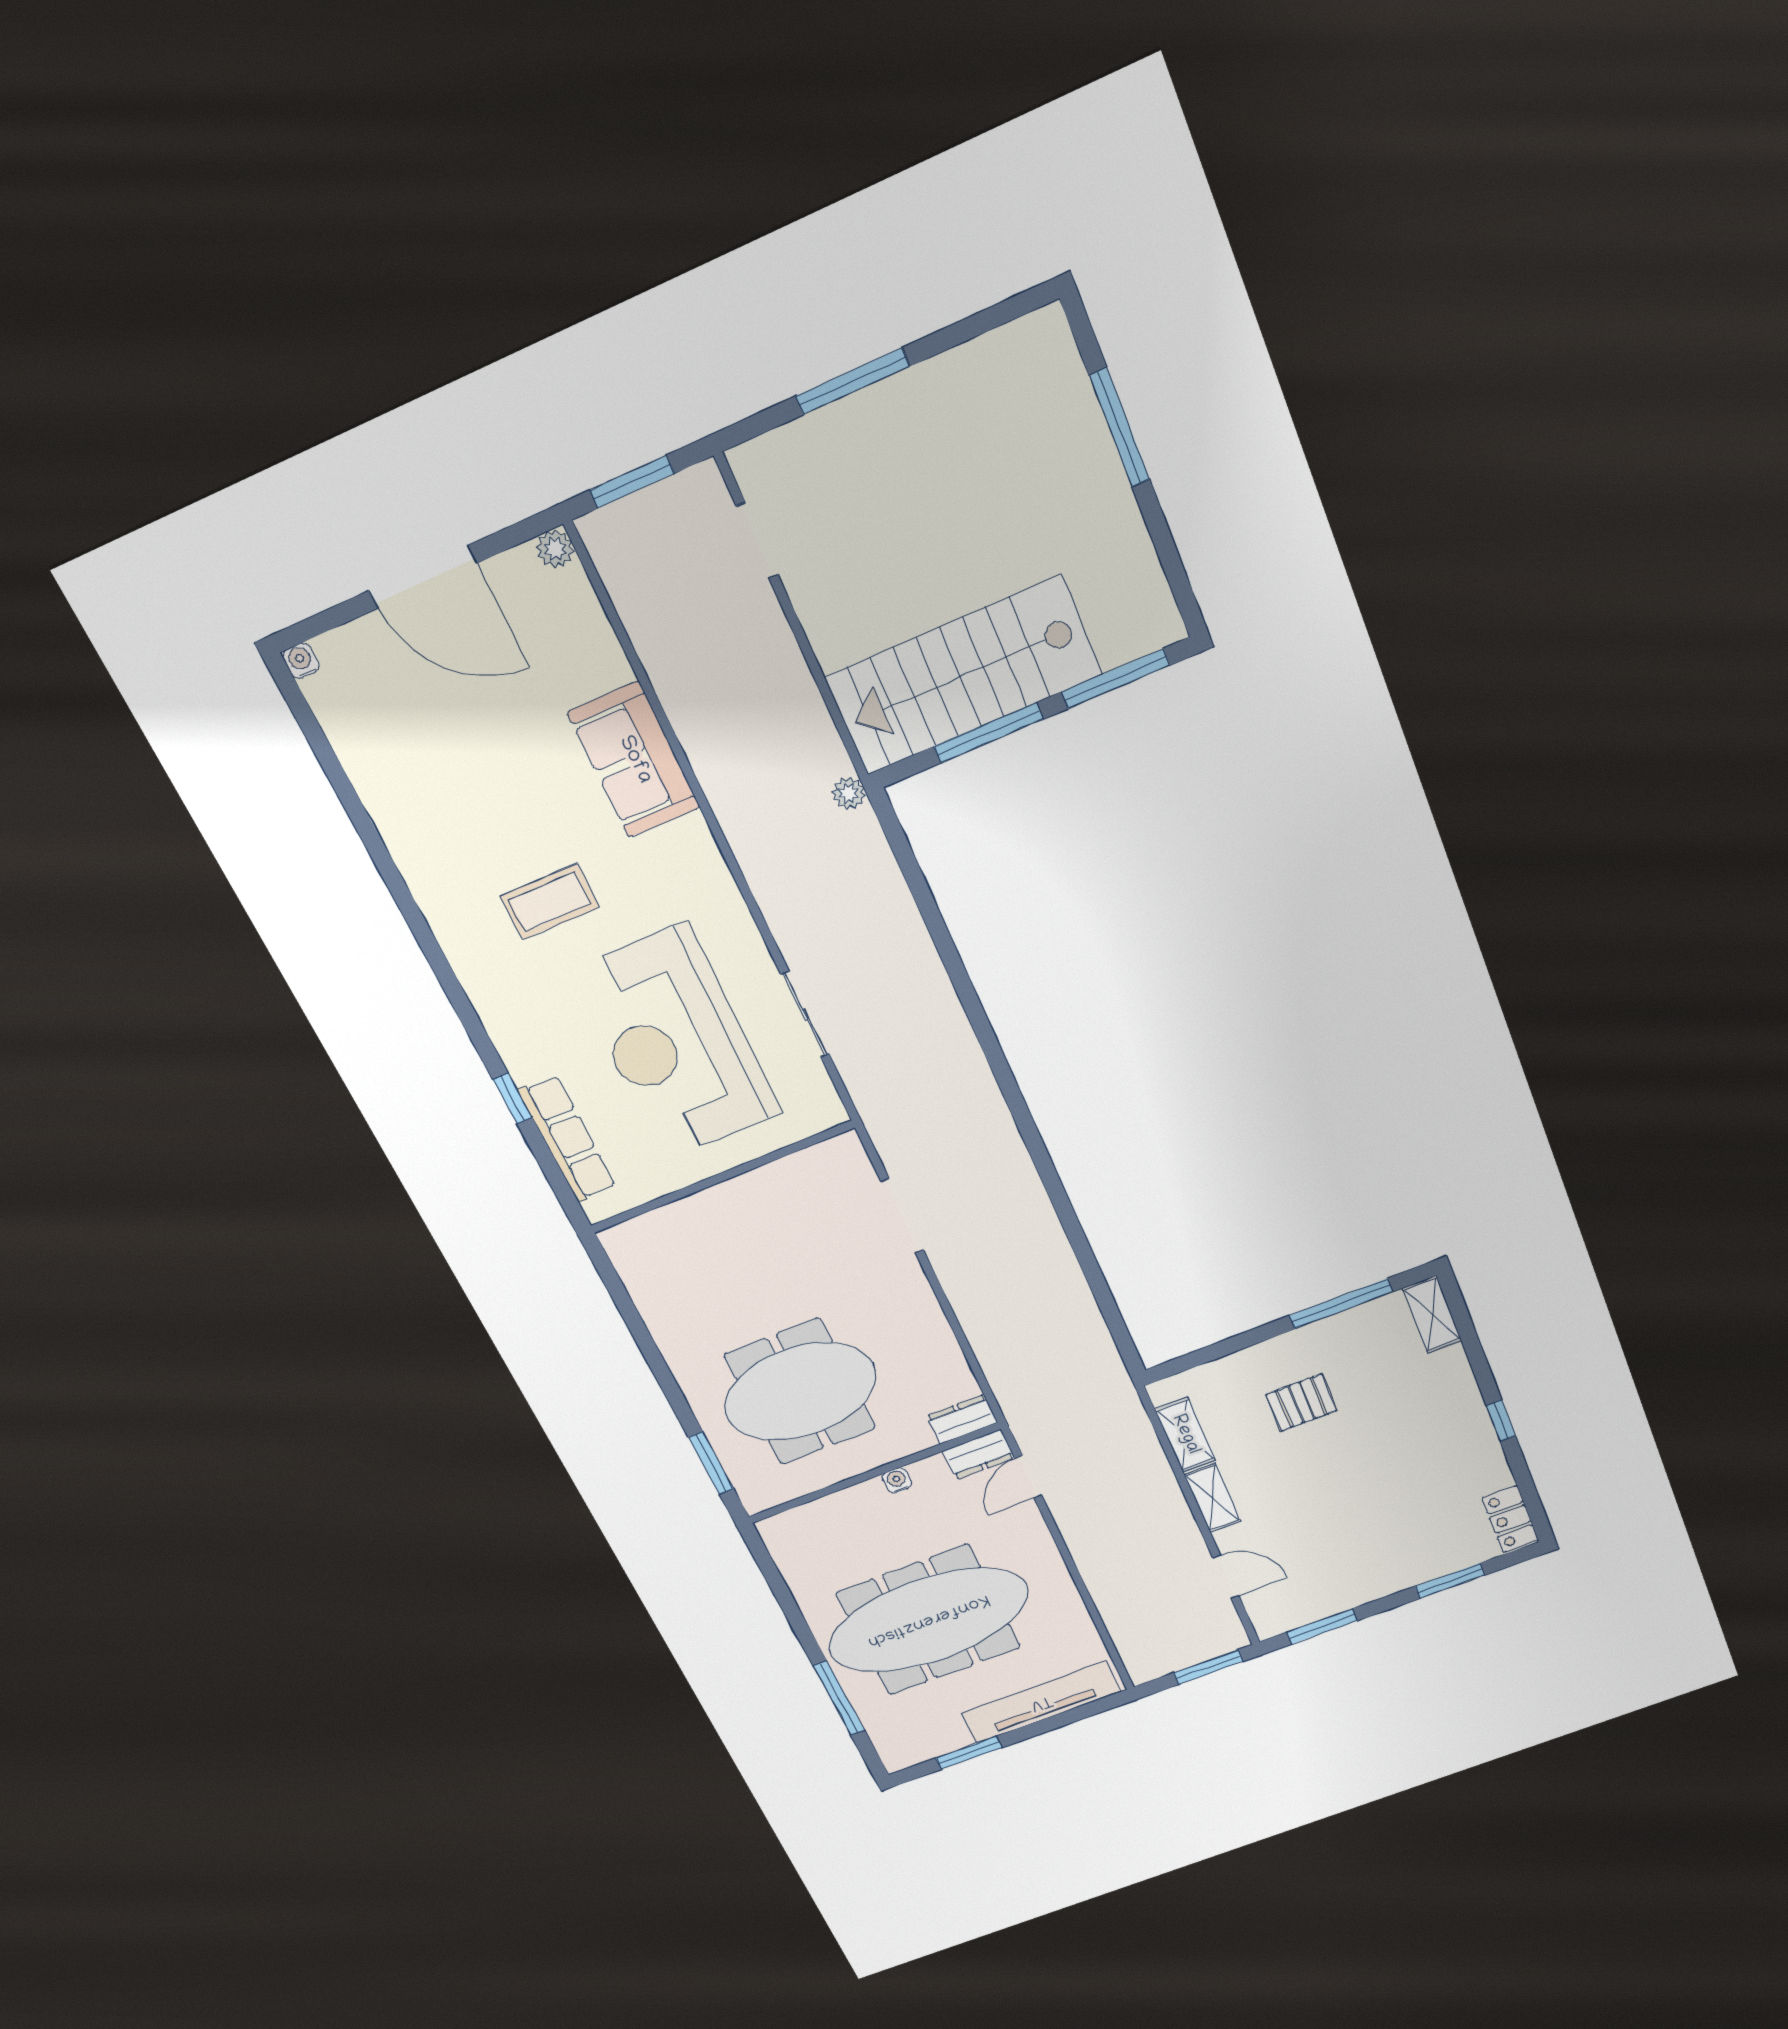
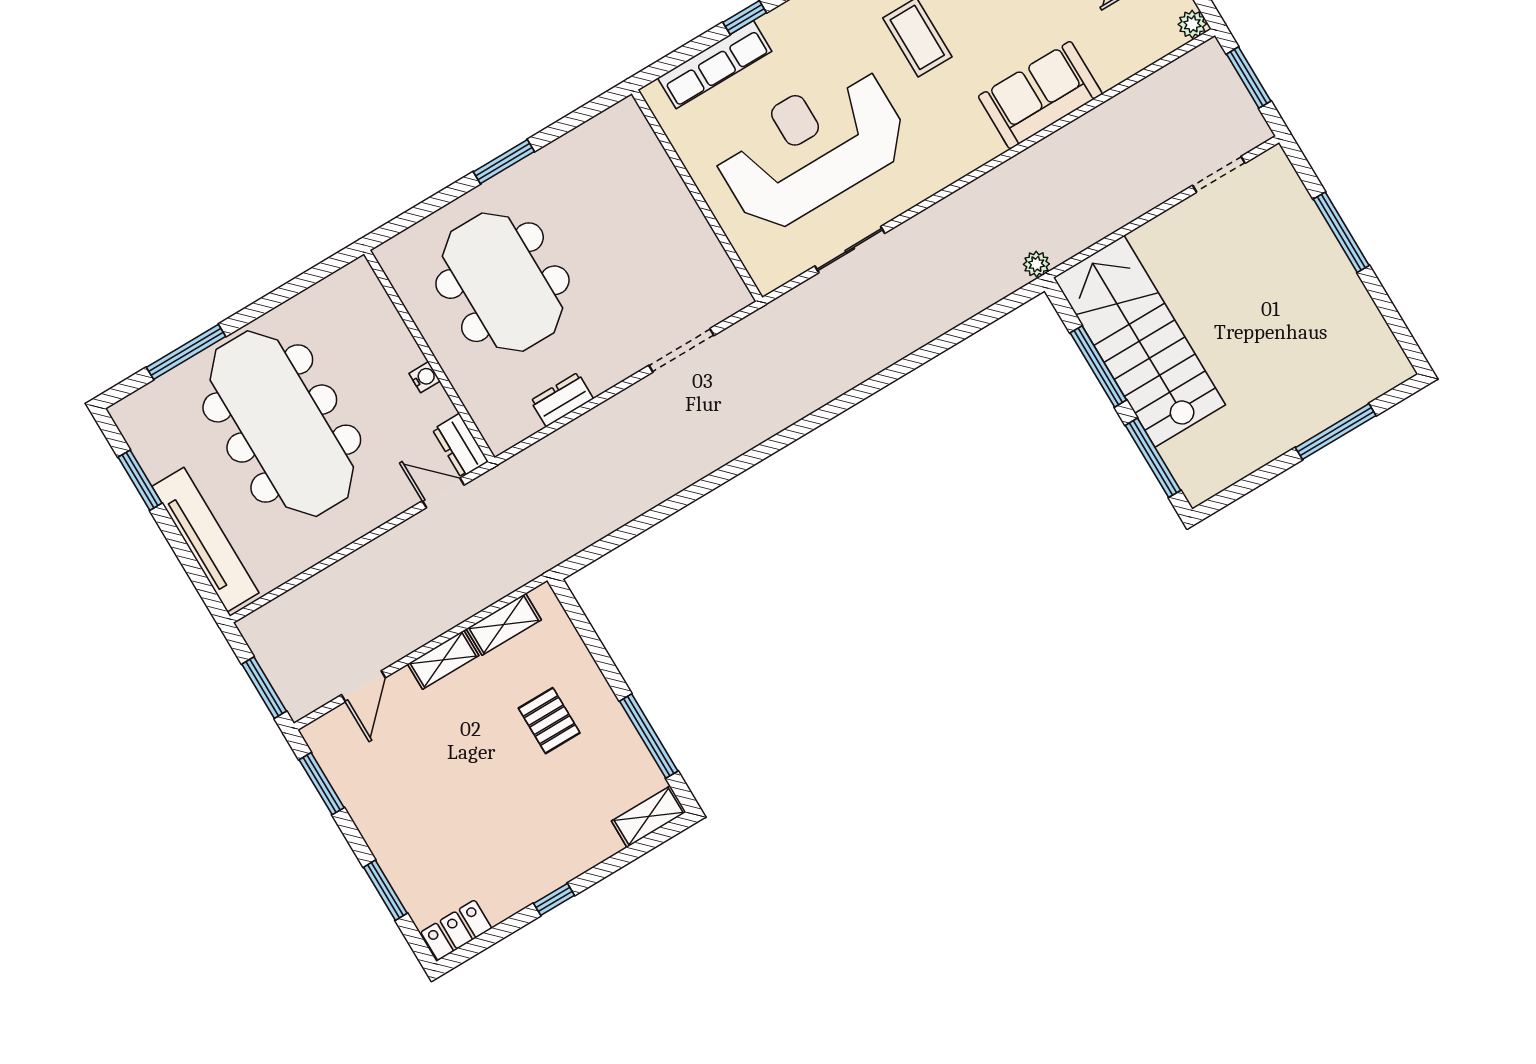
dresser: (962, 1419) -> (562, 400), moved, turned -90
window: (711, 1463) -> (504, 162), moved

